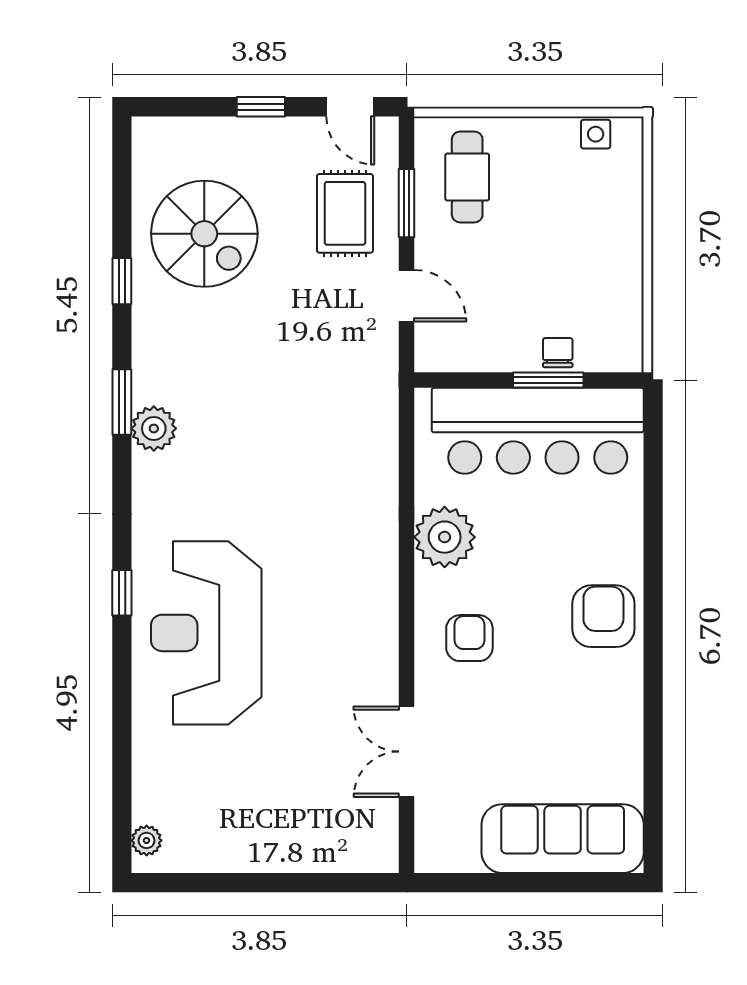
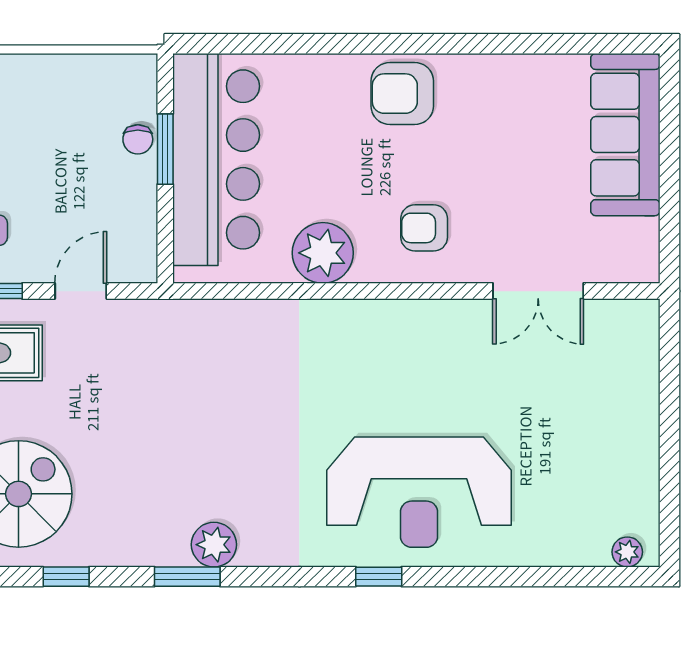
chair: (558, 353) -> (138, 139), turned -90

